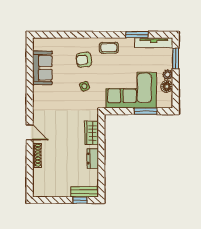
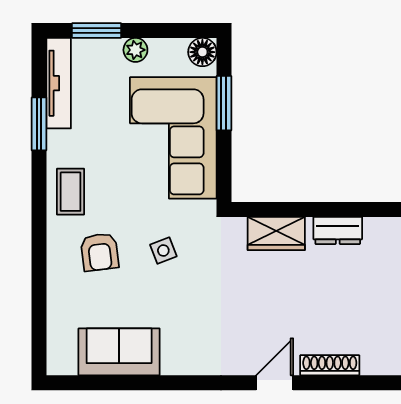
floor lamp: (167, 86) -> (202, 52), moved

